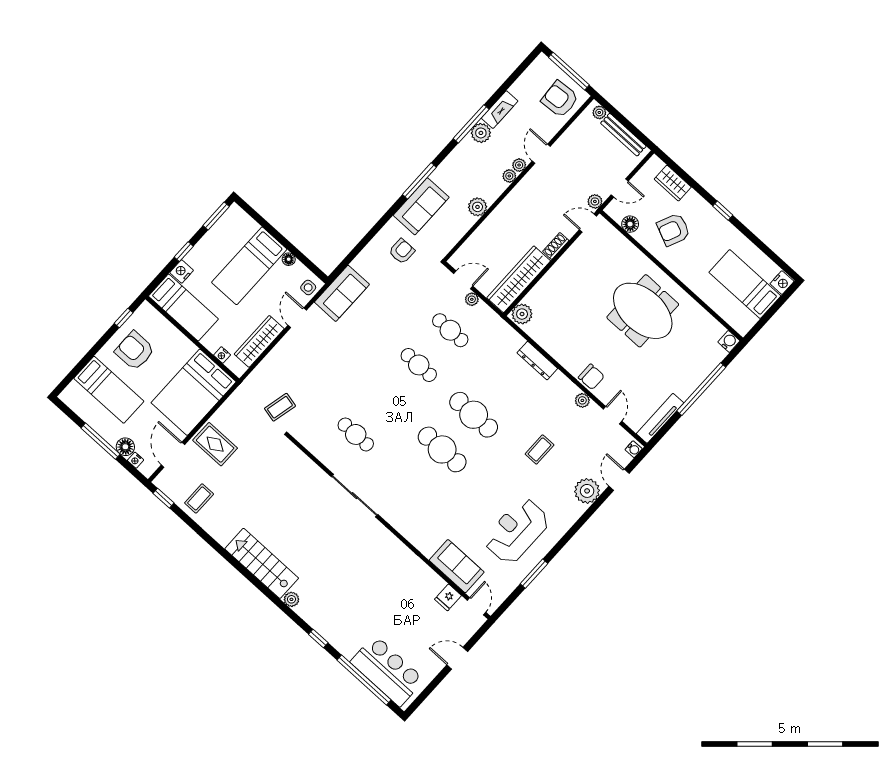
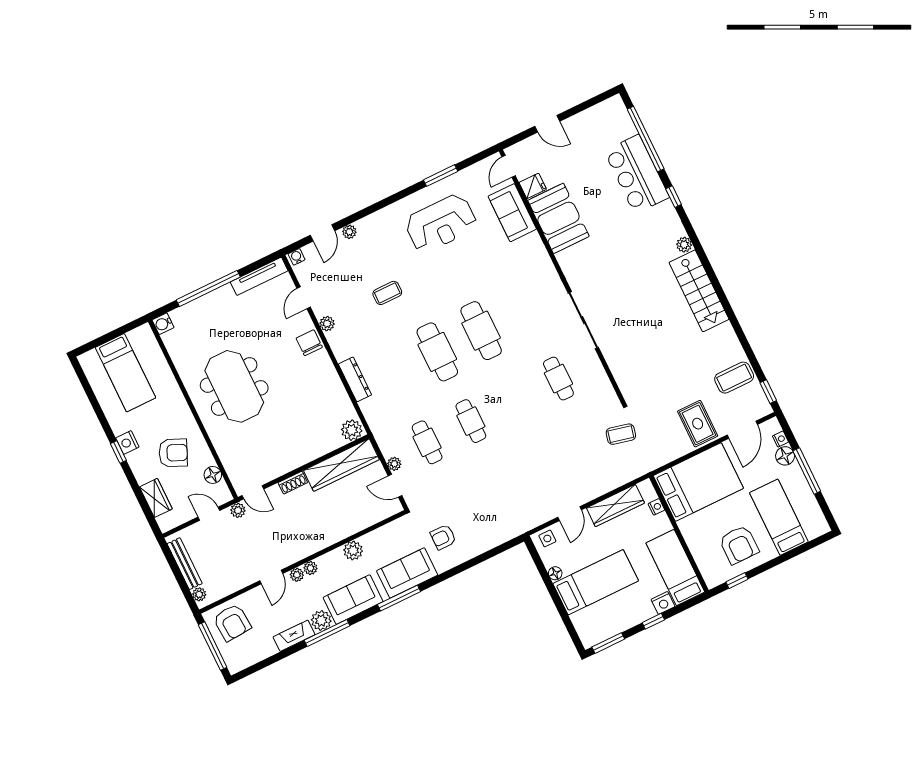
nightstand: (782, 283) -> (127, 443), moved, turned -90
sofa: (342, 293) -> (353, 600), moved
plant: (587, 491) -> (349, 232), width x0.53, depth x0.53
coffee table: (199, 498) -> (734, 378), width x1.36, depth x1.30
booth: (413, 578) -> (558, 218), added
bar counter: (387, 671) -> (637, 174), moved

